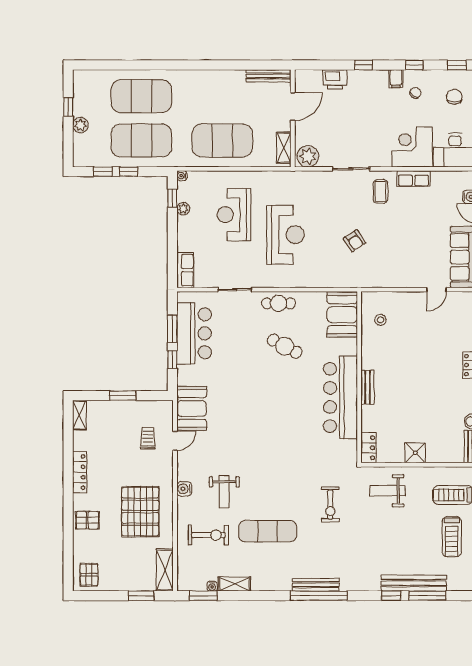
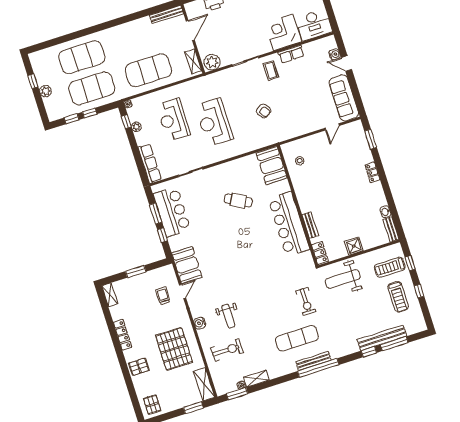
reception desk: (285, 235) -> (214, 122), turned 180
row of seats: (185, 270) -> (150, 163), width x1.48
cafe table: (278, 303) -> (224, 172), removed
bench: (368, 387) -> (310, 225), moved
weight bench: (387, 491) -> (343, 279), width x1.36, depth x1.33
exercise mat: (268, 531) -> (297, 338), moved

